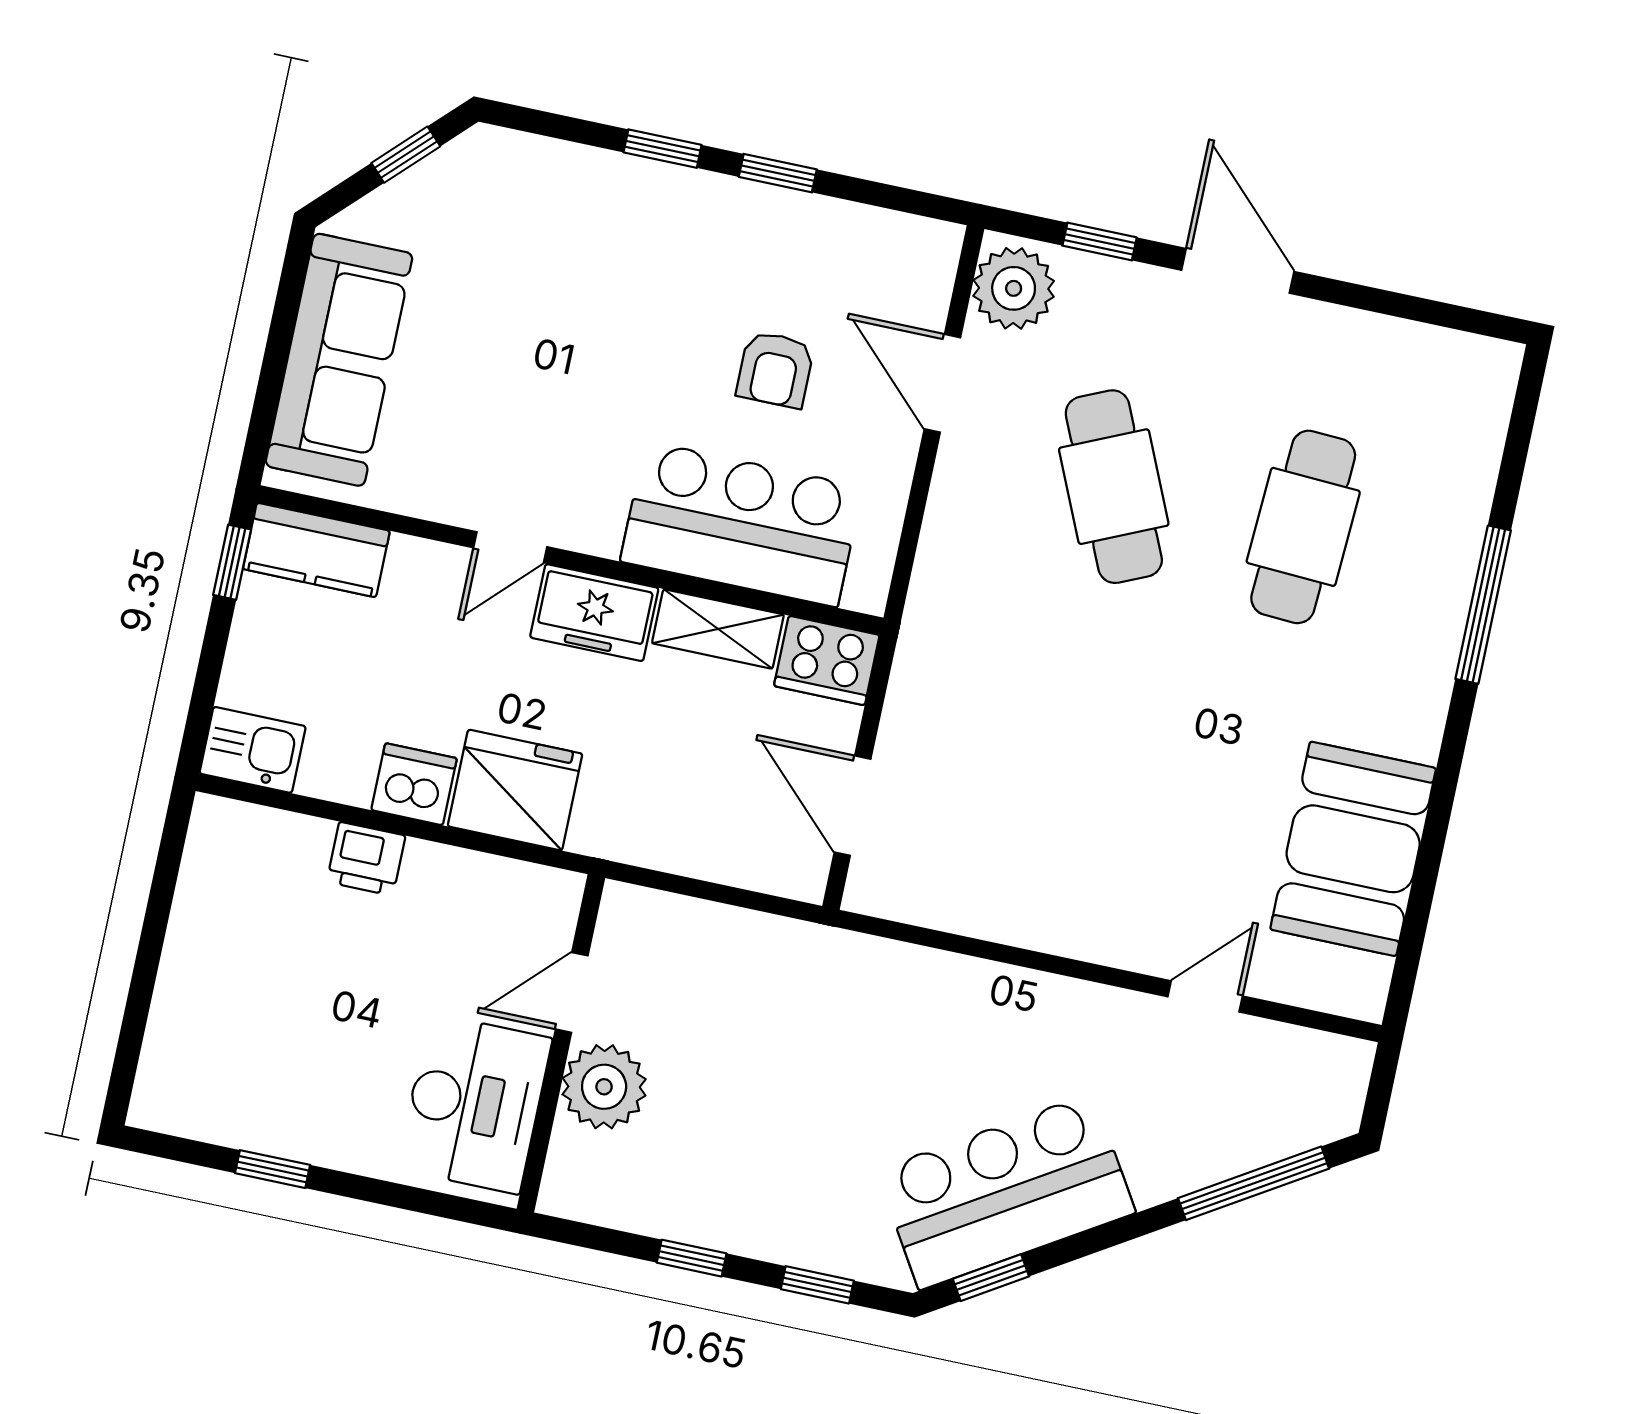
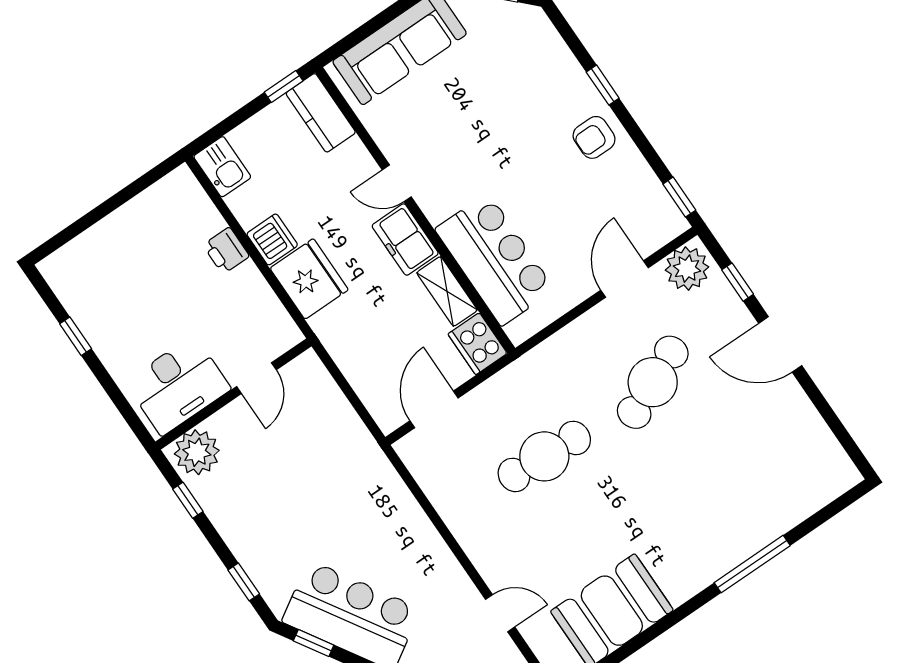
window: (778, 173) -> (679, 197), moved
door: (1238, 271) -> (780, 344), swing flipped
armchair: (775, 369) -> (594, 137), moved
cafe table: (1303, 527) -> (544, 456), moved
door: (572, 992) -> (256, 378), swing flipped
plant: (604, 1087) -> (197, 452), moved
window: (692, 1258) -> (188, 500), moved

